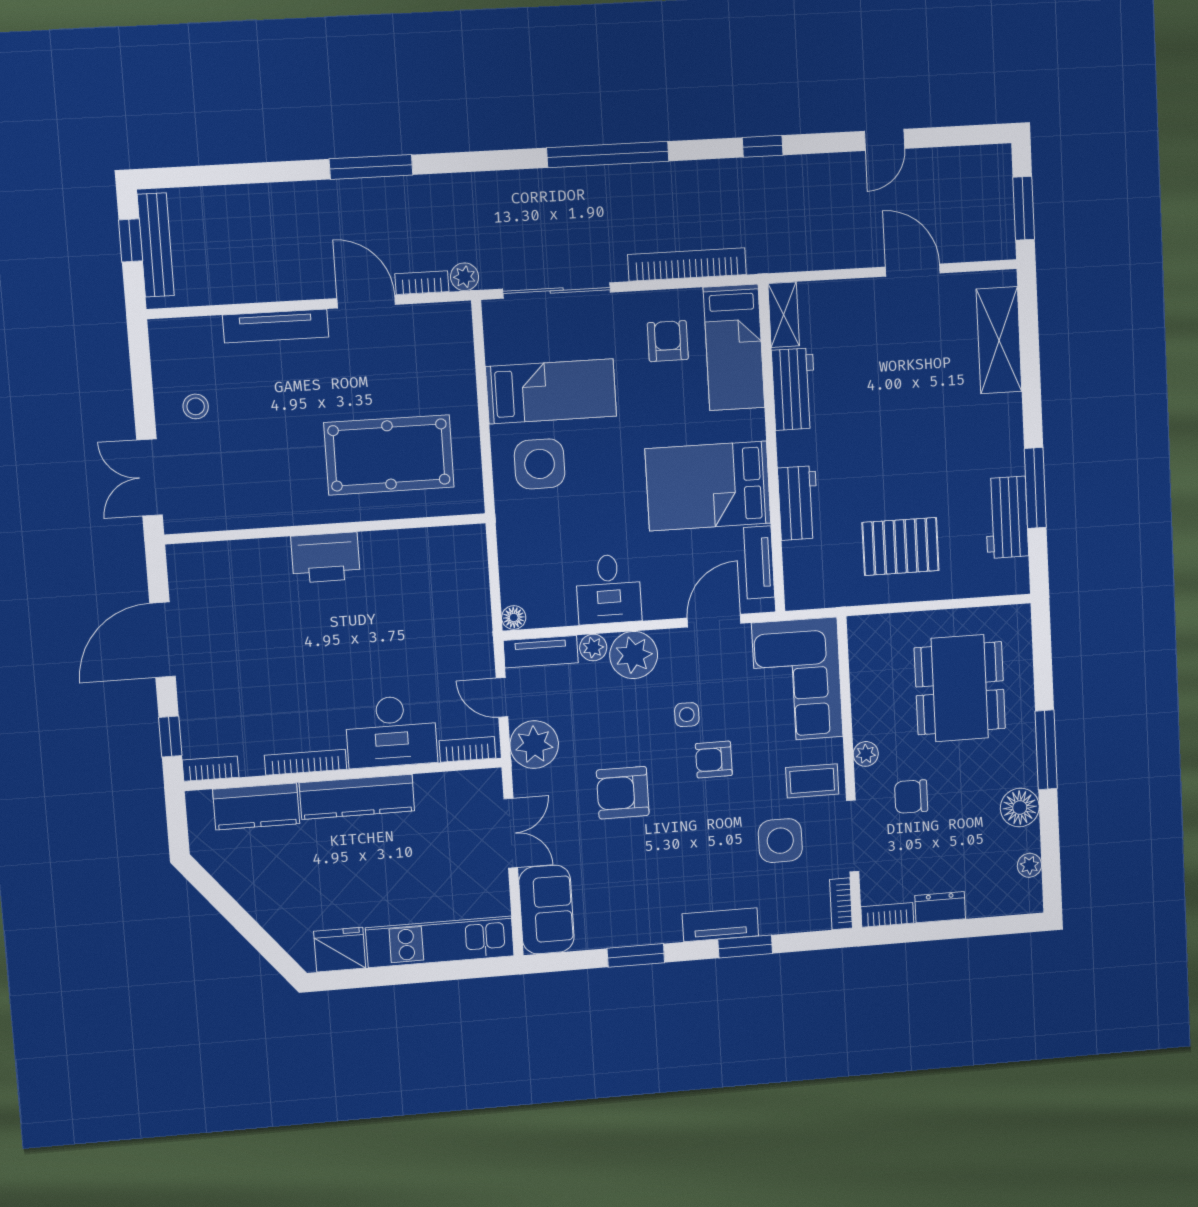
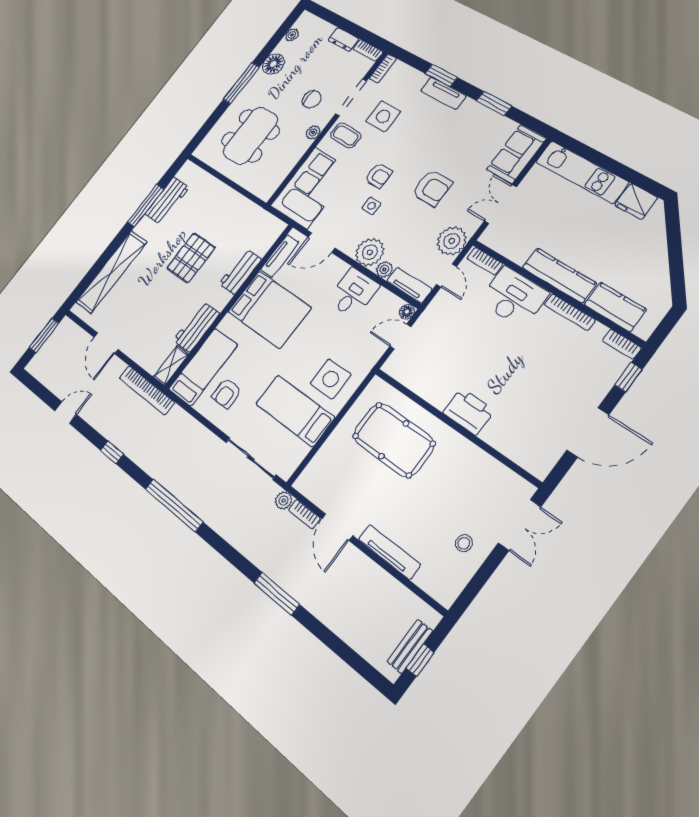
bench: (156, 245) -> (410, 646), width x0.73
bookcase: (687, 265) -> (147, 390), moved
shelving: (999, 340) -> (111, 272), width x1.47
pallet: (900, 546) -> (191, 258), moved, turned 90
door: (494, 582) -> (400, 337), added

